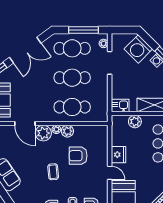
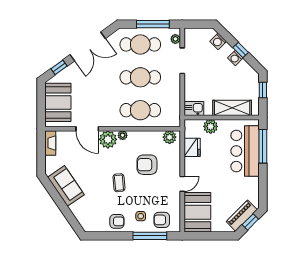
washing machine: (138, 49) -> (218, 41), width x0.53, depth x0.53
plant: (67, 131) -> (170, 137), moved
fridge: (118, 155) -> (192, 147), moved
door: (110, 173) -> (182, 184), hinge flipped

